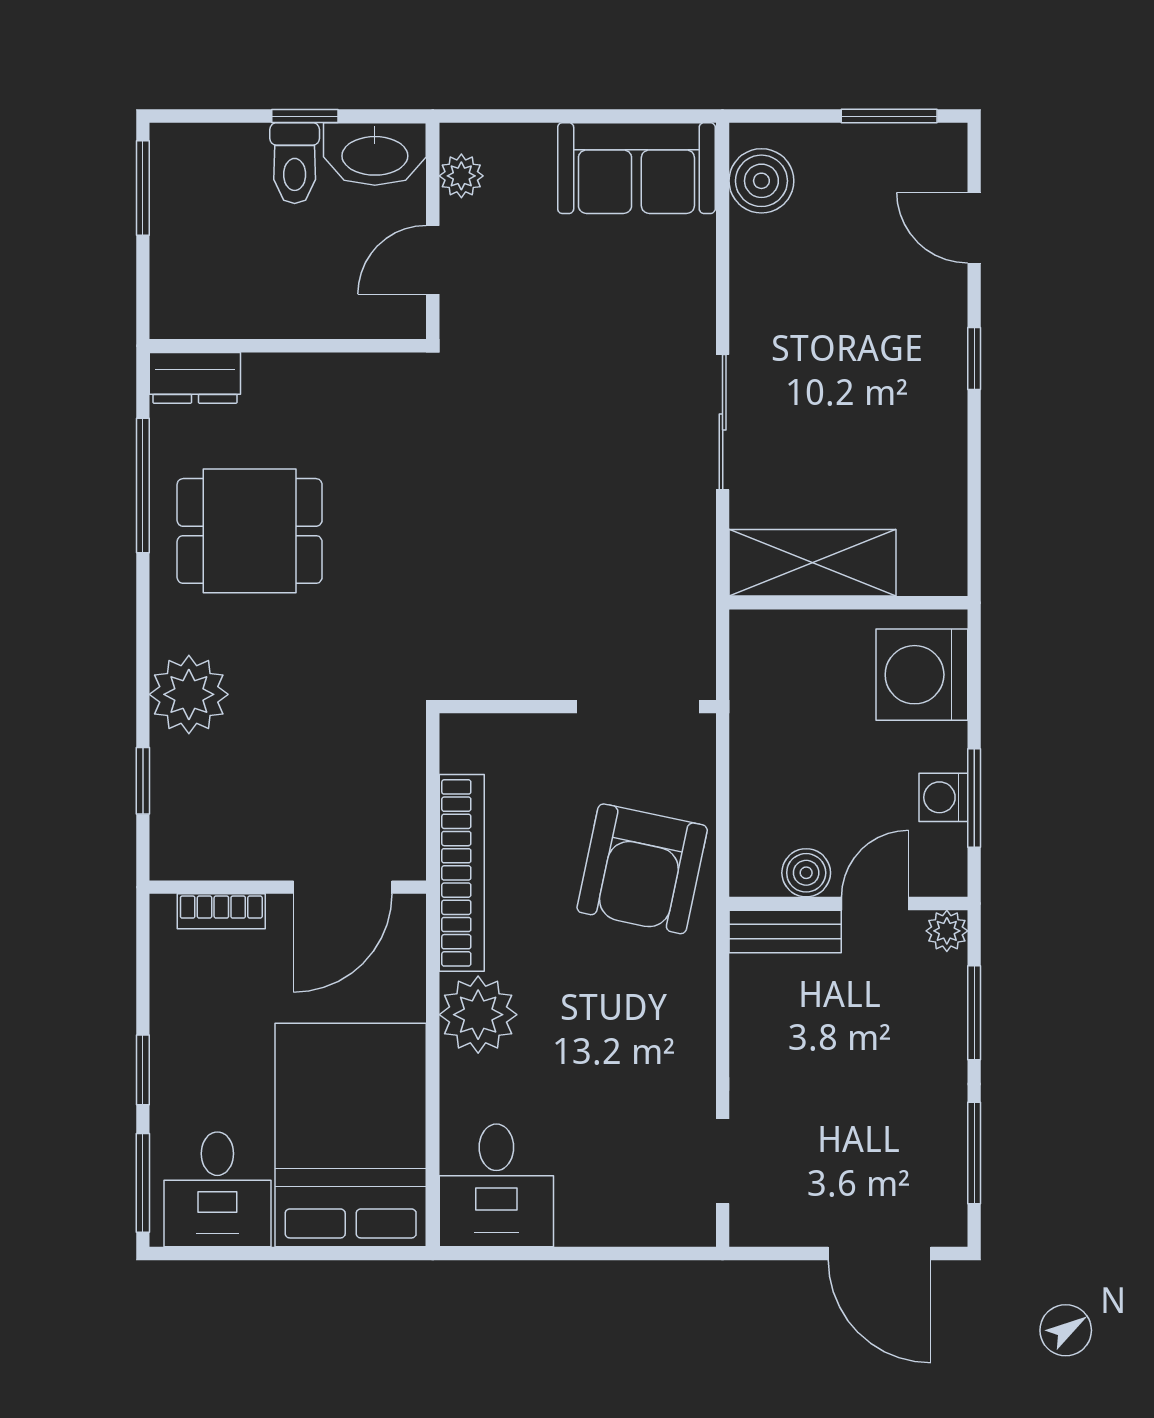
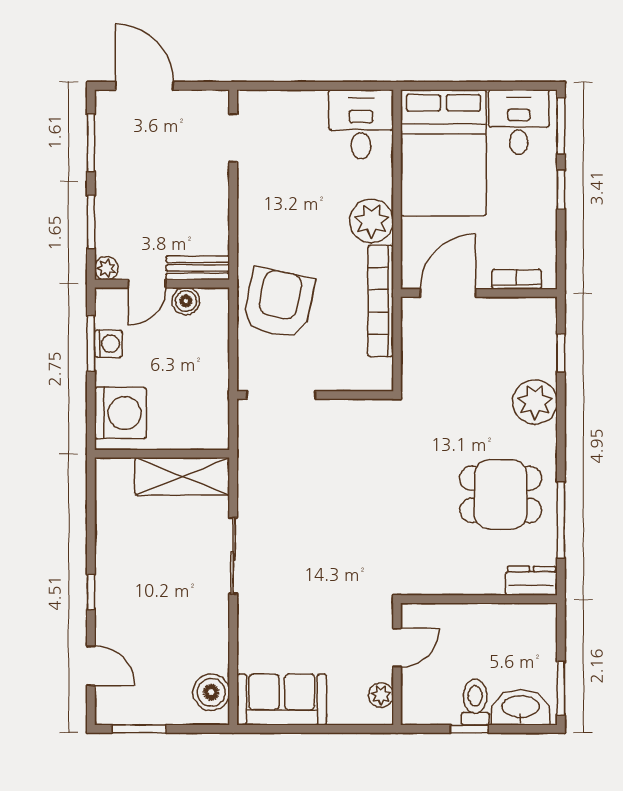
washbasin: (375, 154) -> (521, 707), moved

